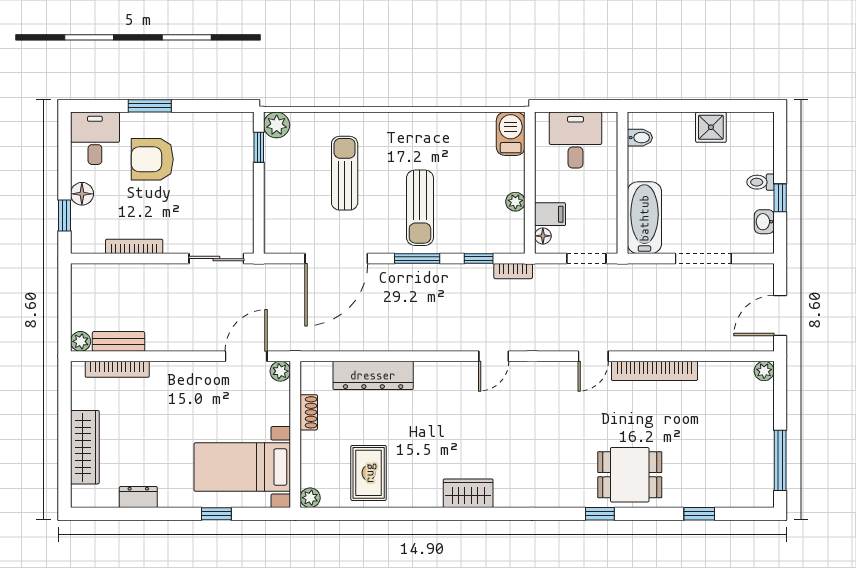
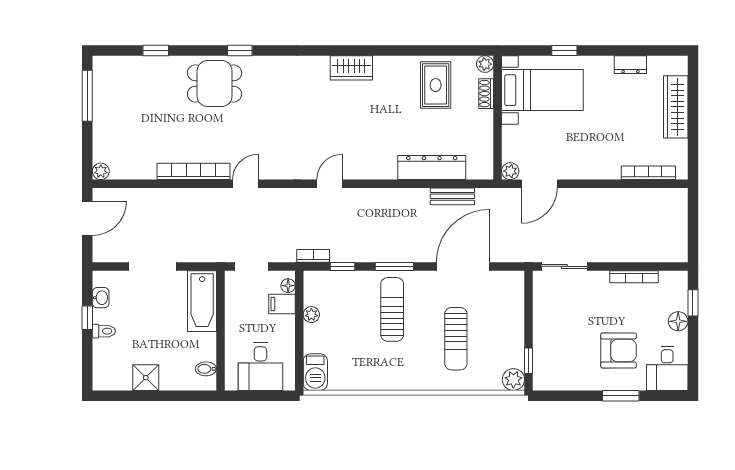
plant: (81, 341) -> (679, 196), removed
bench: (119, 341) -> (452, 196), moved
shoe rack: (309, 412) -> (486, 94), moved

